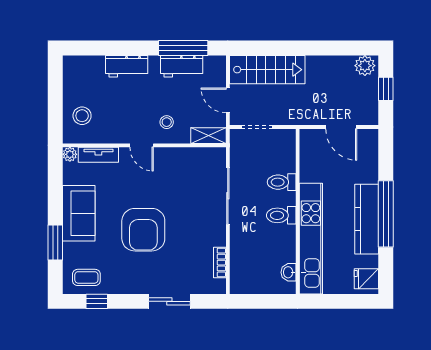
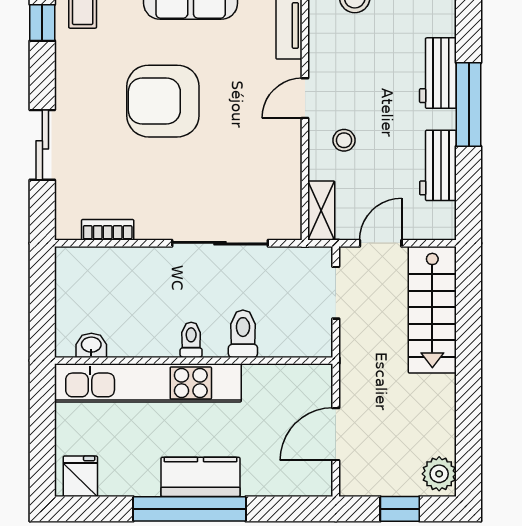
window: (183, 48) -> (469, 104), moved
toilet: (281, 215) -> (191, 340), width x0.73, depth x0.72
kitchen counter: (367, 219) -> (200, 477), width x0.67

